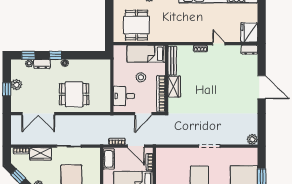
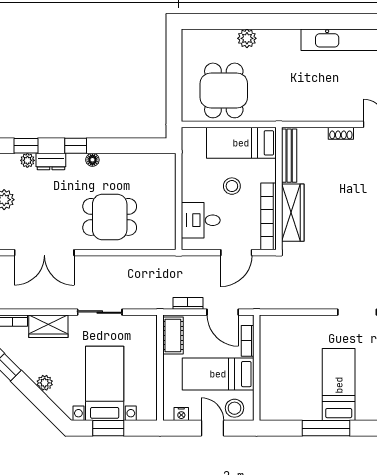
wardrobe: (174, 87) -> (293, 213), width x1.50

